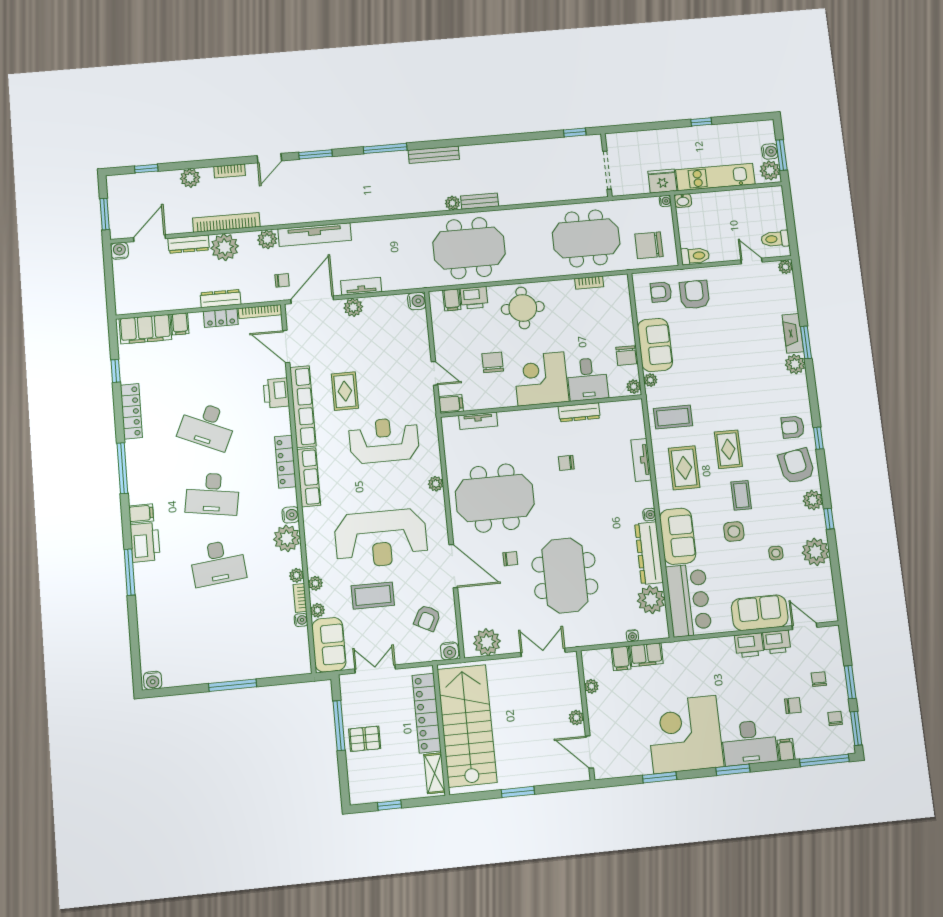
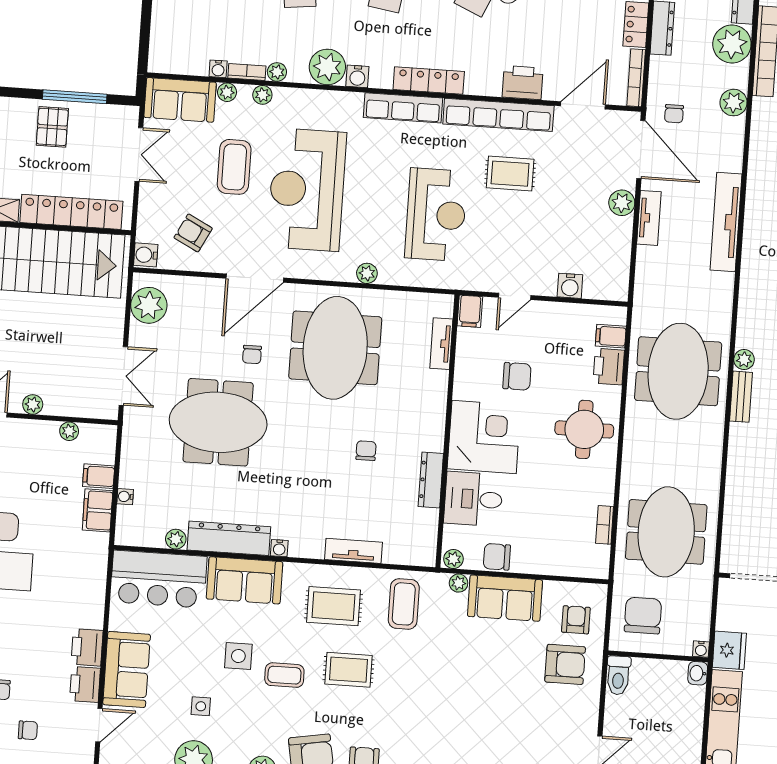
tv unit: (315, 235) -> (726, 222), moved
water cooler: (417, 301) -> (570, 286), moved
plant: (651, 600) -> (176, 539), width x0.53, depth x0.53

